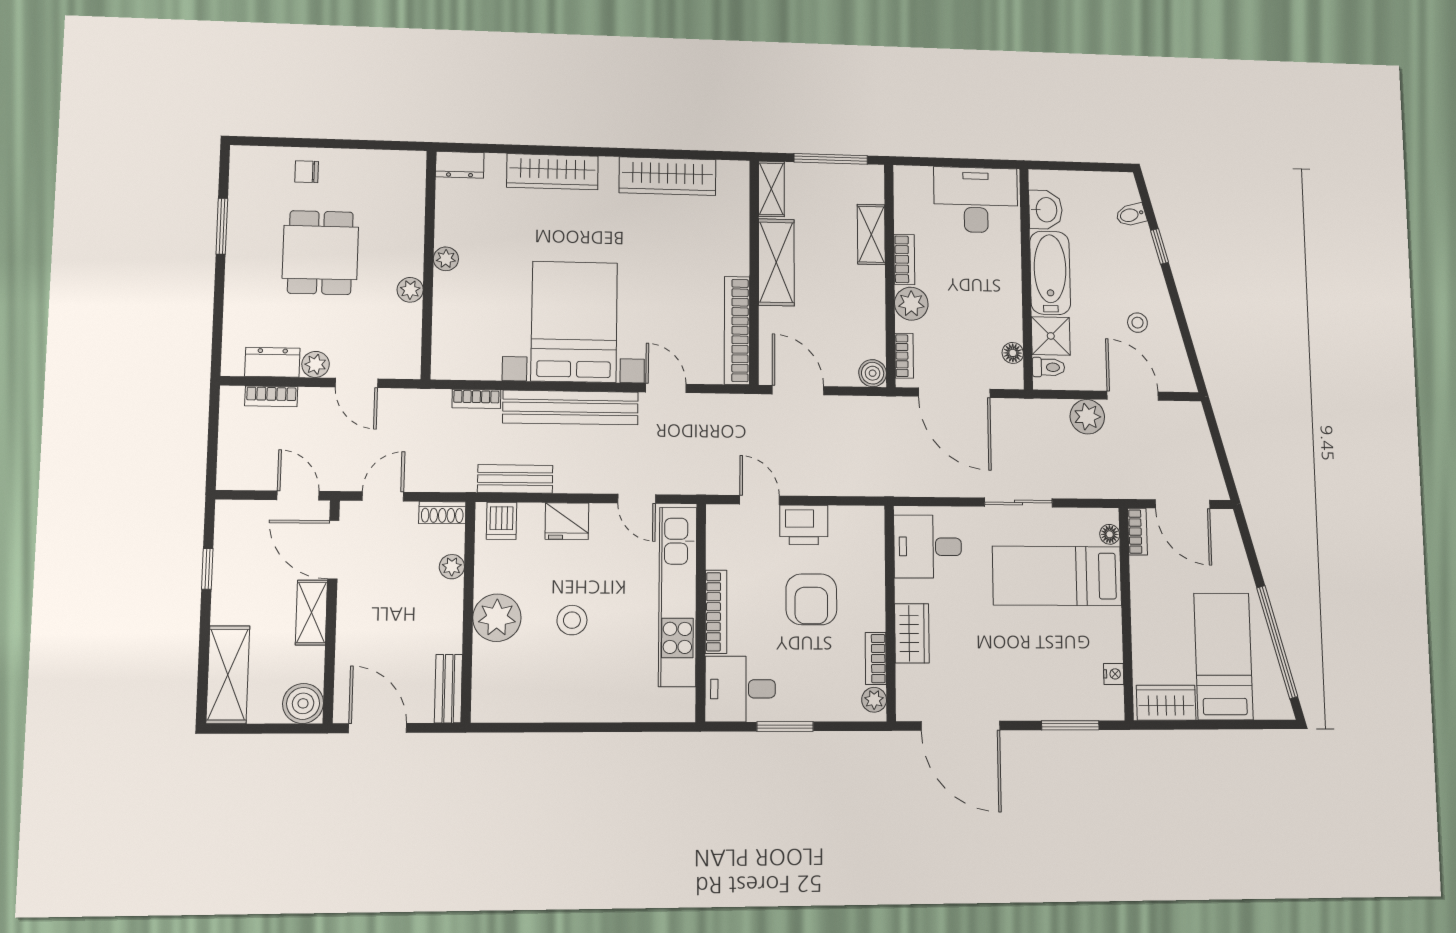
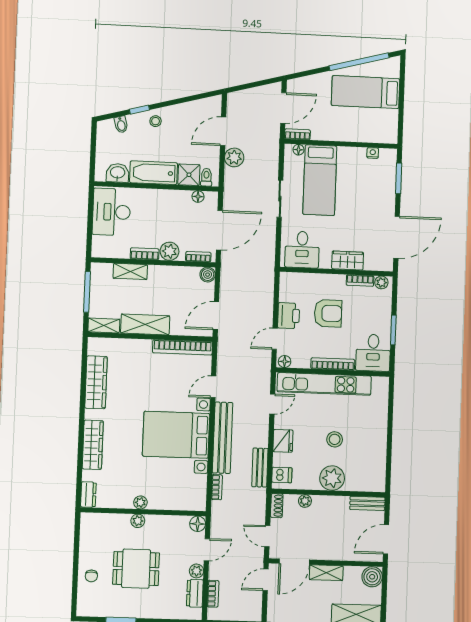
plant: (410, 290) -> (138, 521), moved
stool: (1137, 323) -> (156, 121), moved
floor lamp: (406, 365) -> (198, 524), added
floor lamp: (717, 520) -> (285, 362), added
wardrobe: (1166, 703) -> (389, 126), removed

